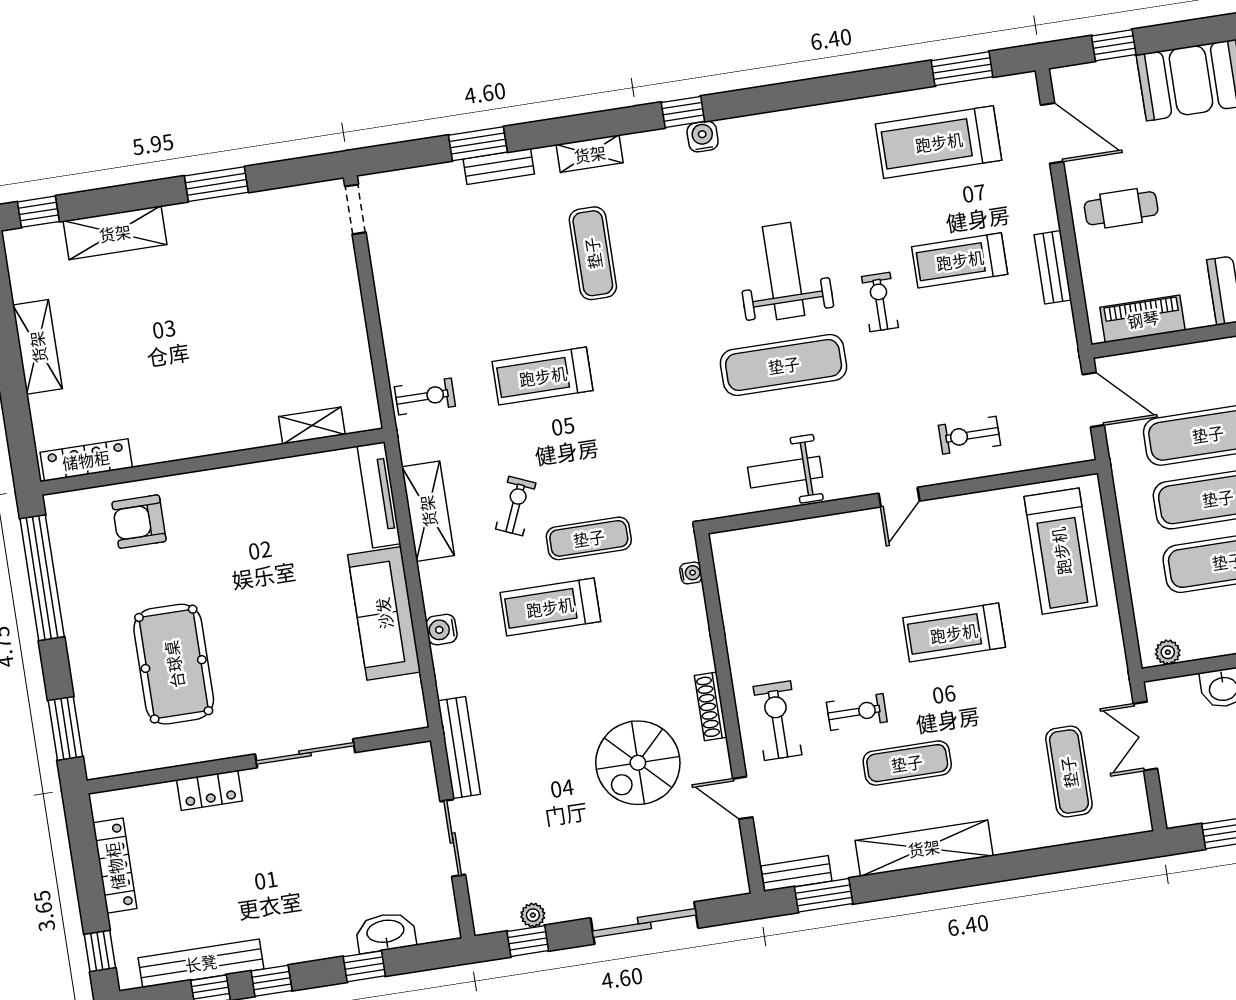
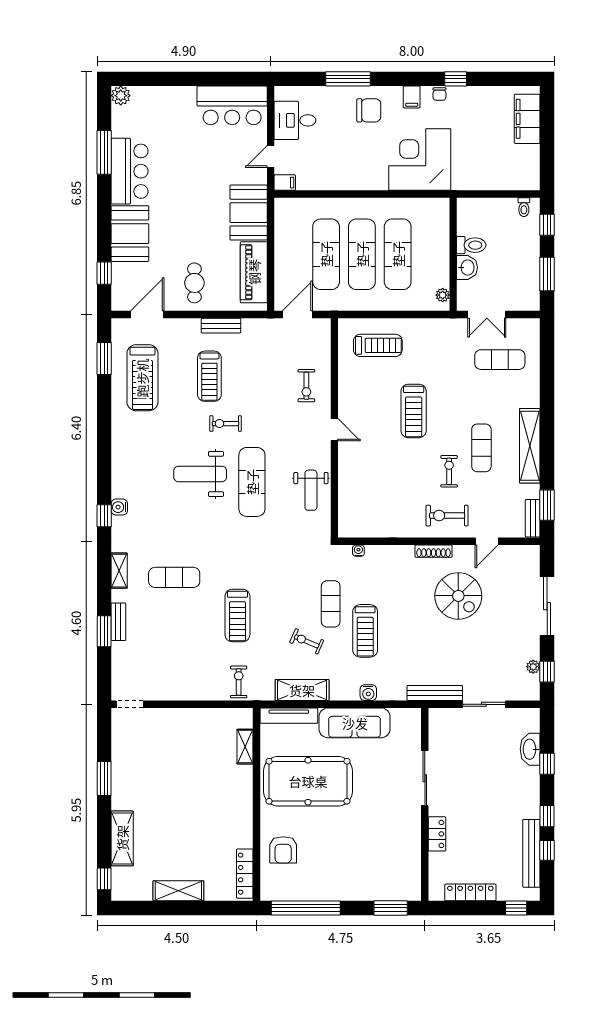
piano: (1143, 319) -> (254, 272), width x1.37, depth x1.33
treadmill: (1061, 551) -> (378, 345), width x0.73, depth x0.73
pool table: (174, 664) -> (308, 781), moved, width x1.36, depth x1.32

